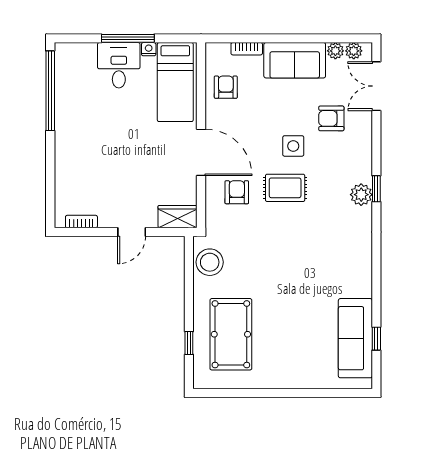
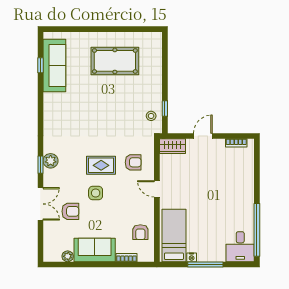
plant: (354, 51) -> (55, 256), removed
desk: (119, 65) -> (240, 247), moved
double door: (376, 86) -> (40, 204), moved
door: (201, 152) -> (157, 189), width x0.53
armchair: (237, 192) -> (133, 162), turned -90
stool: (210, 262) -> (151, 116), width x0.53, depth x0.53
pool table: (231, 334) -> (115, 61), moved, turned 90
window: (189, 343) -> (165, 109), moved

